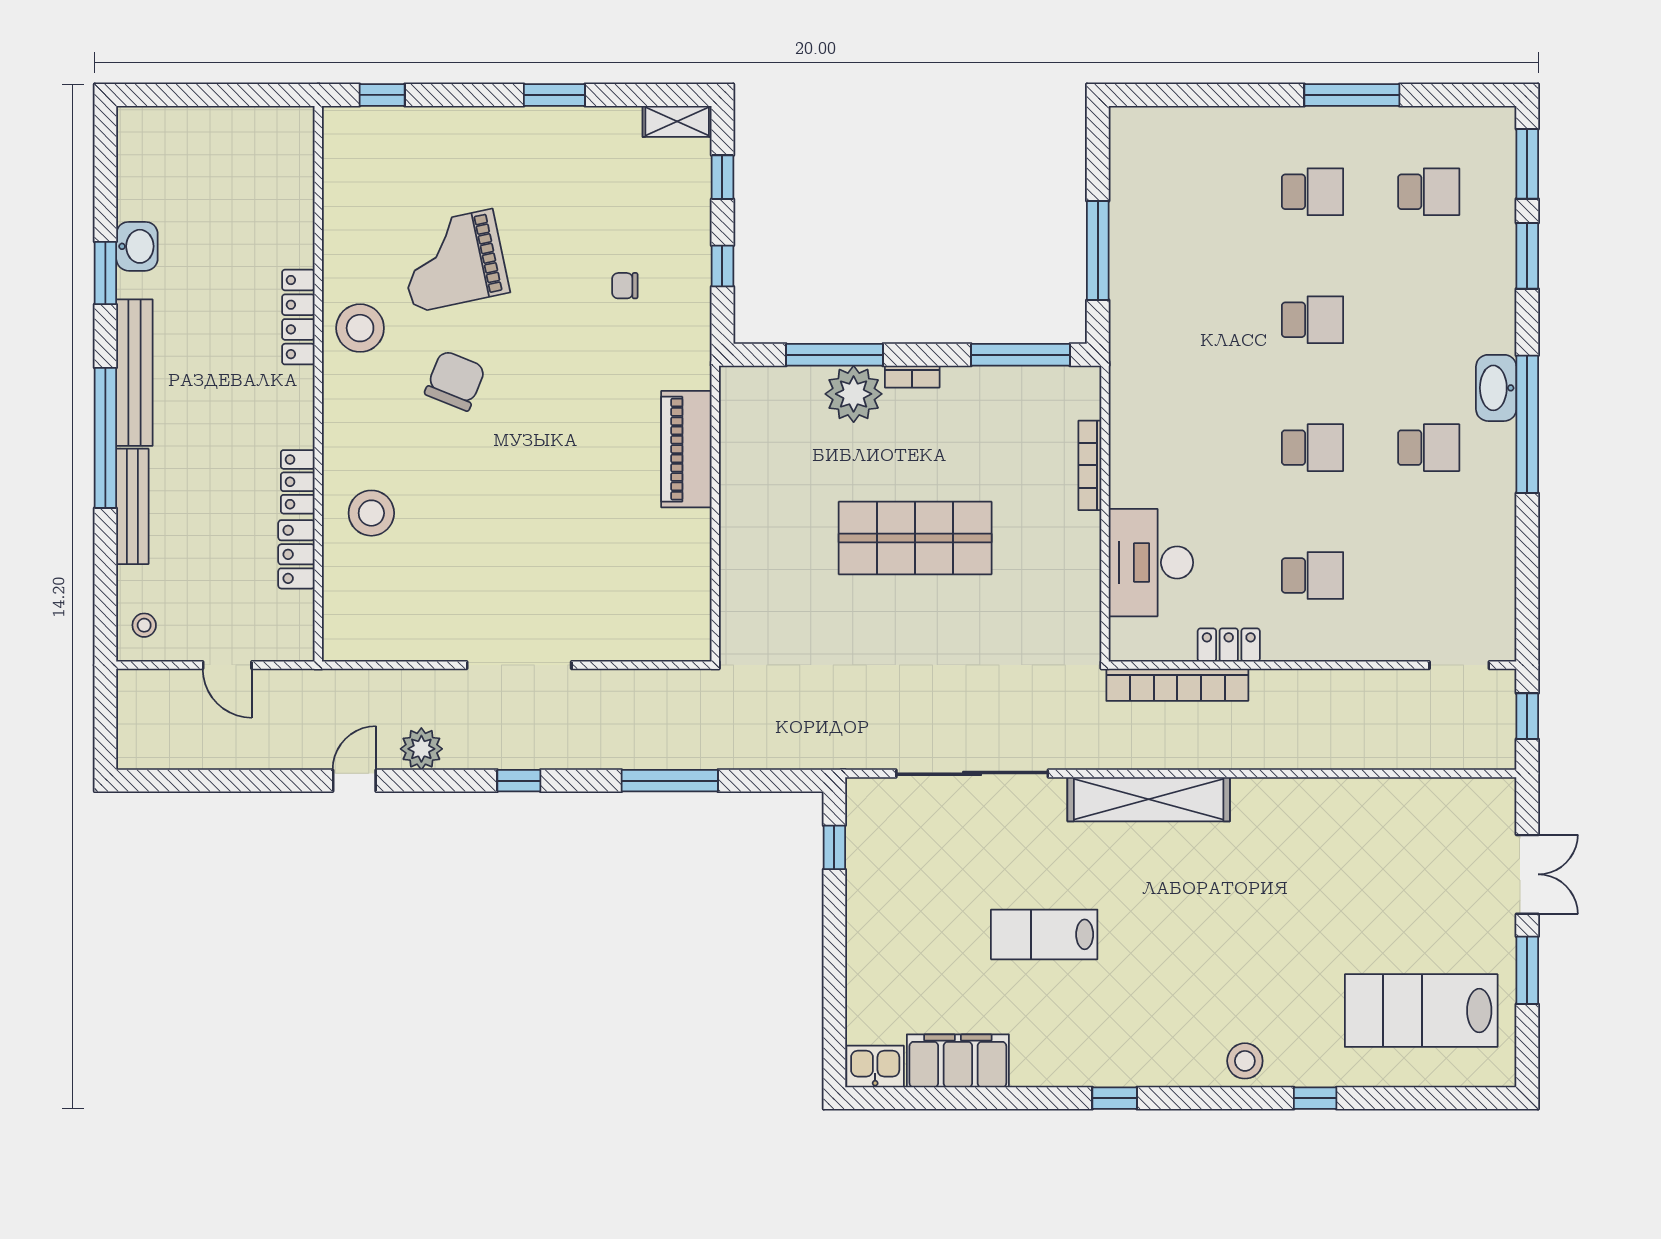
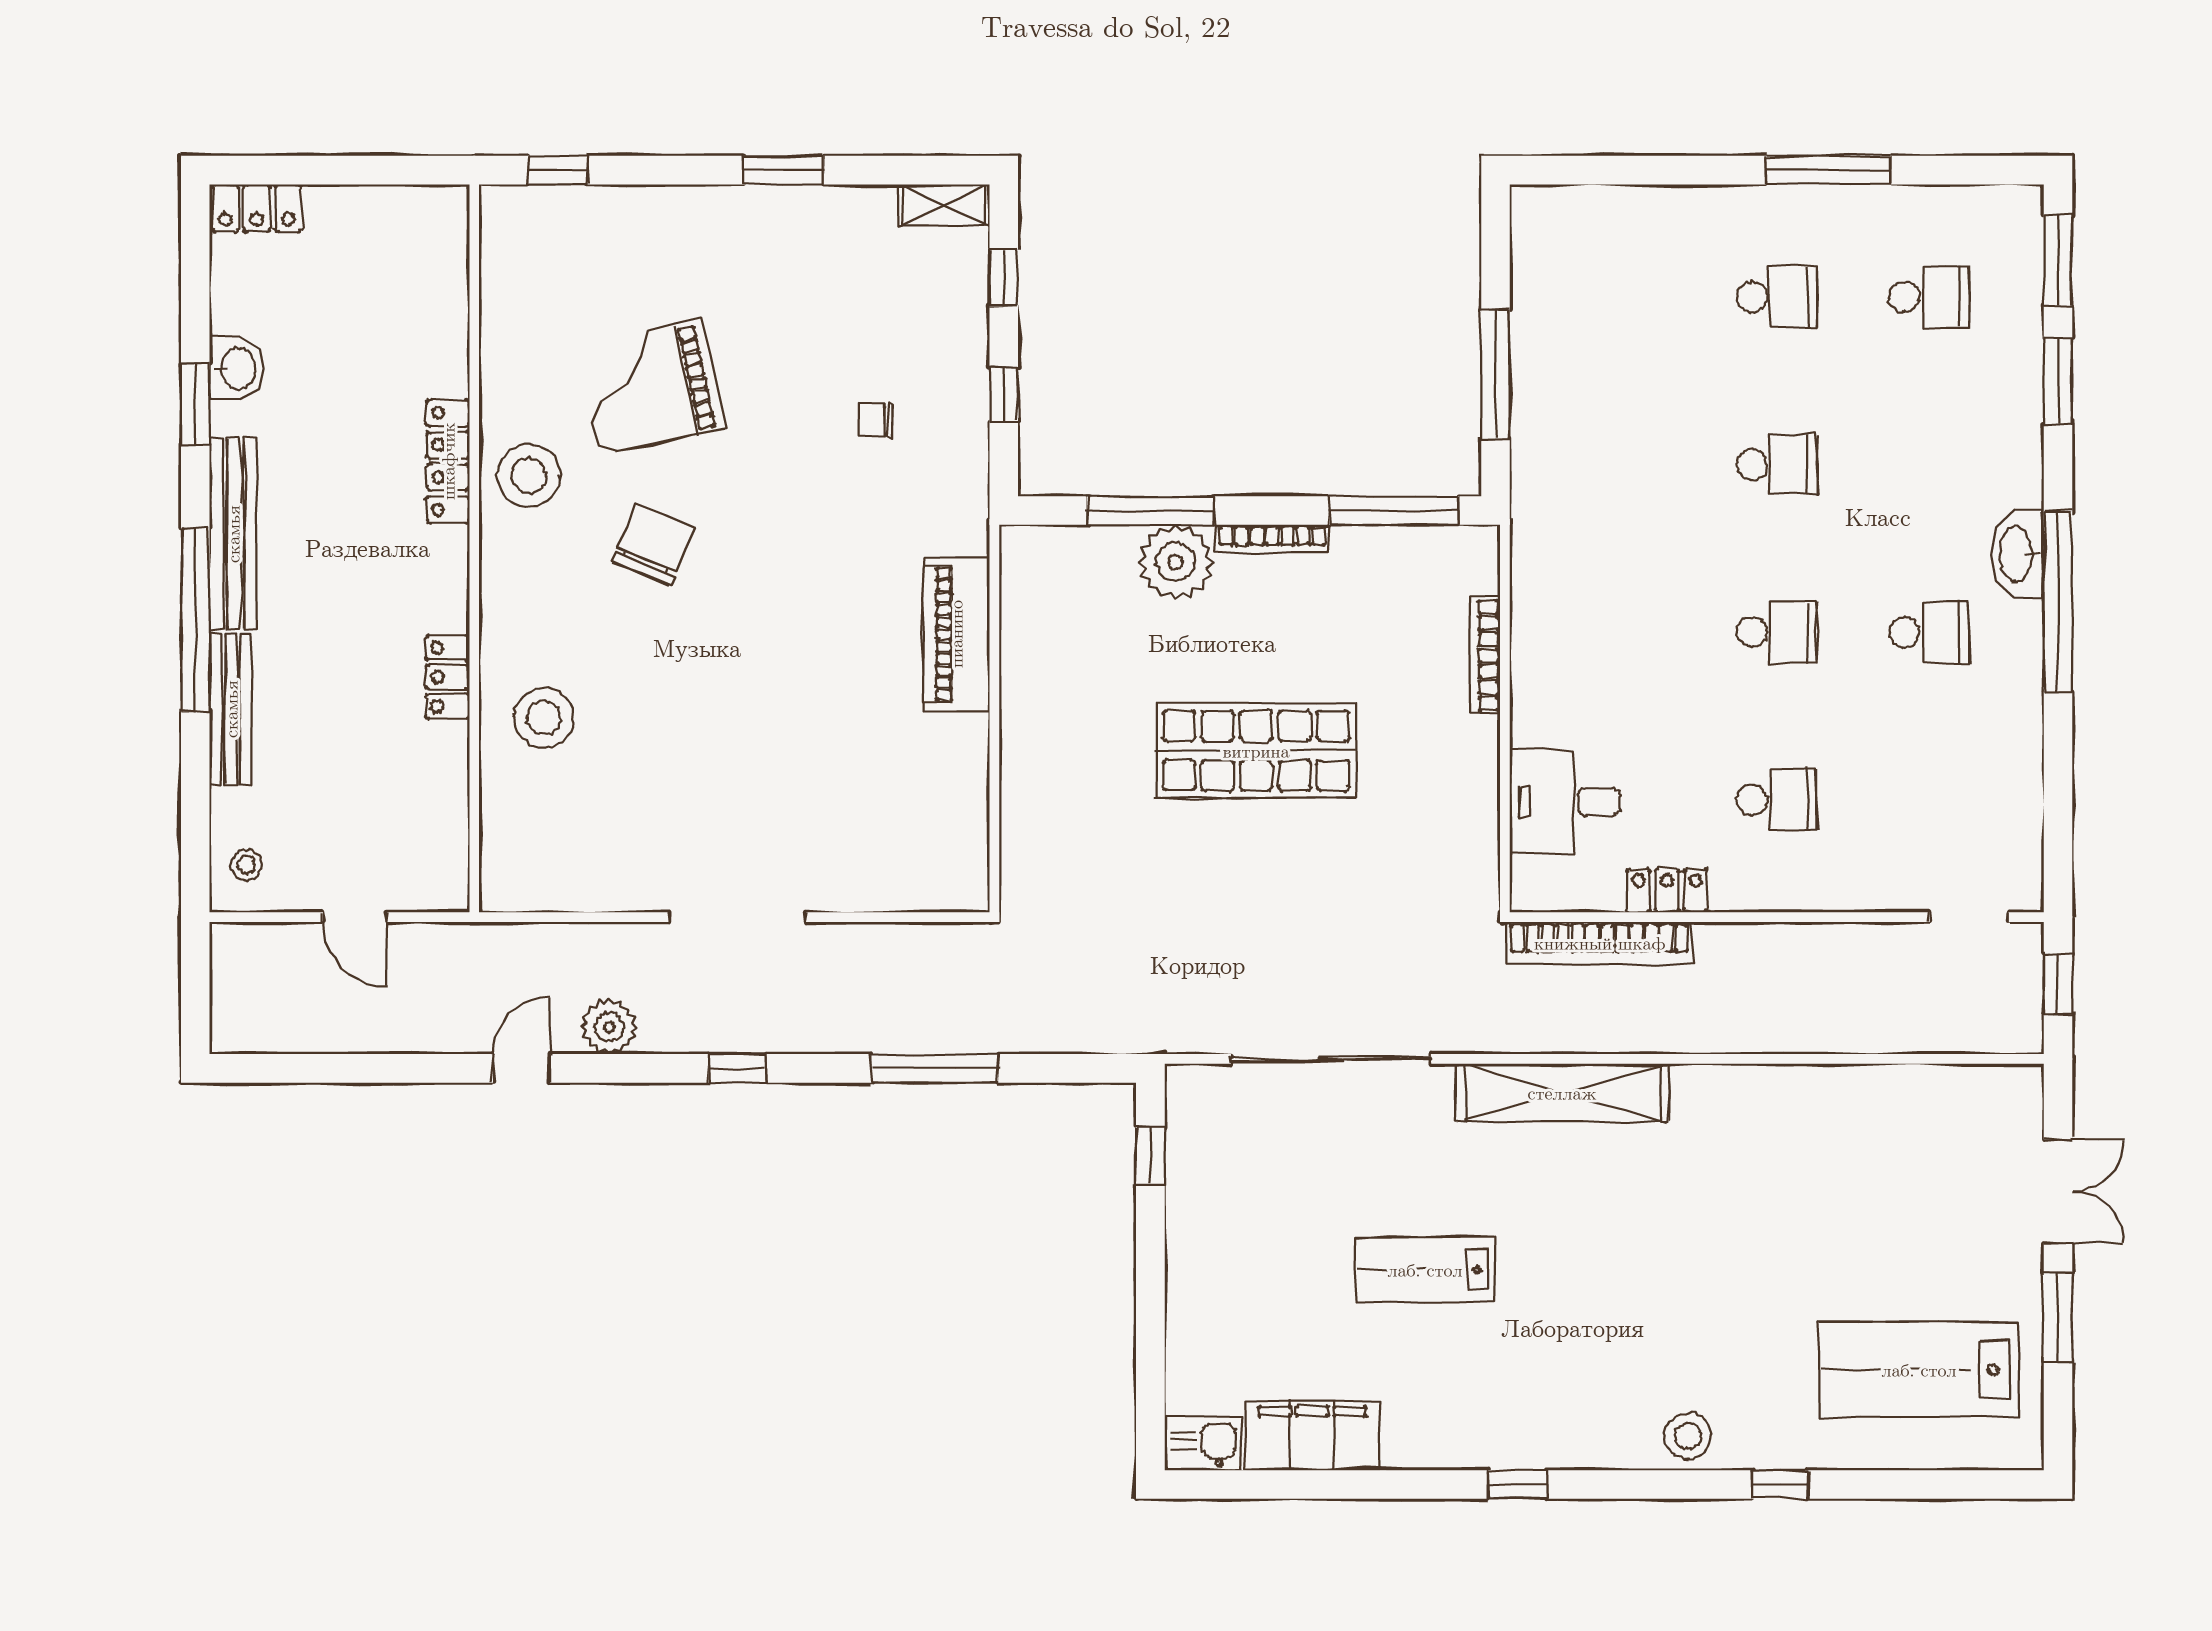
bookcase: (912, 377) -> (1272, 539), width x1.56
locker: (296, 554) -> (257, 208), moved, turned -90
desk: (1151, 563) -> (1565, 802), width x0.73

